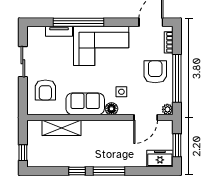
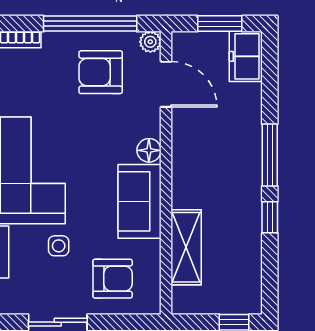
armchair: (155, 72) -> (101, 72), moved
side table: (121, 92) -> (59, 246), moved

